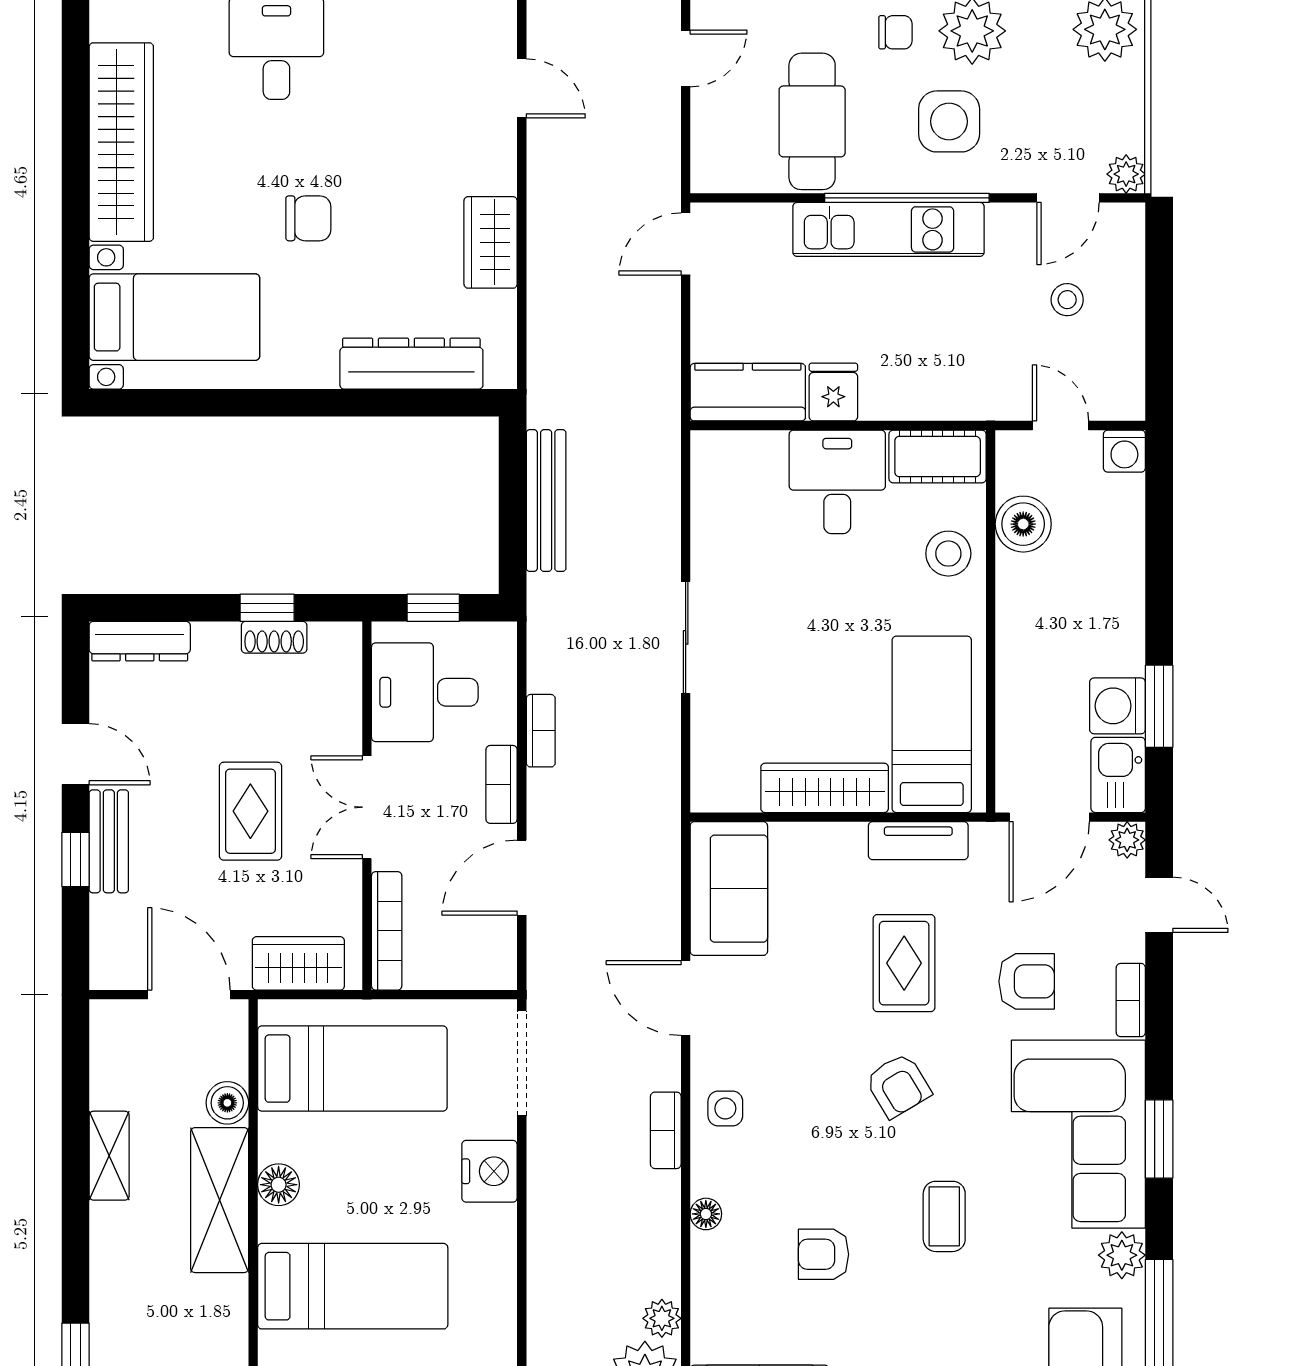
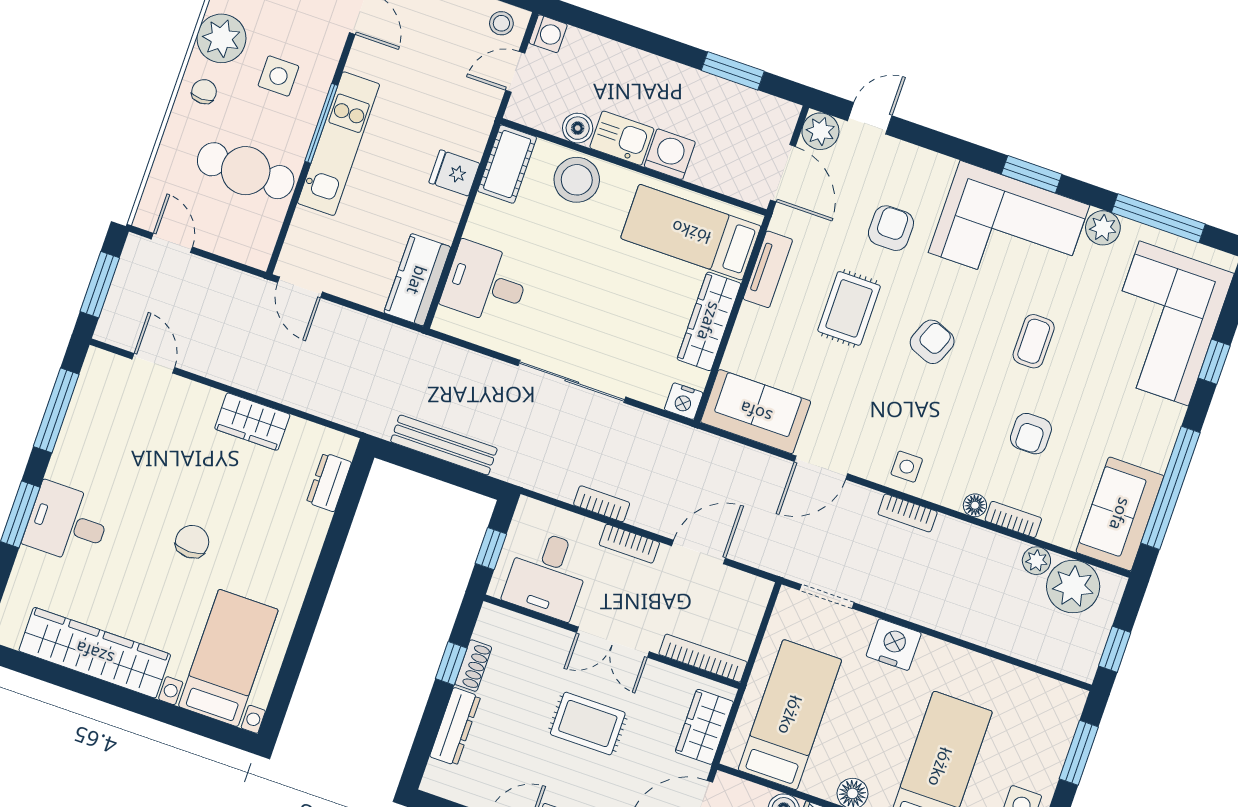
door: (522, 88) -> (153, 363), hinge flipped
side table: (949, 121) -> (278, 76), width x0.73, depth x0.73
window: (907, 198) -> (321, 123), width x0.68
stool: (1067, 300) -> (501, 23), moved
dresser: (411, 364) -> (329, 482), width x0.51, depth x0.80
fridge: (833, 392) -> (454, 173), moved
desk: (837, 482) -> (486, 283), moved
boiler: (1023, 524) -> (578, 128), width x0.73, depth x0.73
stool: (948, 554) -> (577, 180), width x1.38, depth x1.38
sliding door: (686, 637) -> (572, 381), width x1.37
dresser: (140, 641) -> (455, 727), moved
washing machine: (1118, 706) -> (670, 154), moved, turned 180
kitchen sink: (1118, 775) -> (622, 138), moved, turned 180
nightstand: (710, 791) -> (684, 401), added
plant: (1127, 840) -> (820, 131), width x1.38, depth x1.38
door: (522, 878) -> (699, 552), swing flipped
rug: (904, 963) -> (849, 308), turned 90
bookcase: (1131, 1000) -> (1013, 519), moved, turned 180
doorway: (522, 1063) -> (827, 596), width x0.73
armchair: (898, 1086) -> (932, 342), turned -37
coffee table: (944, 1216) -> (1034, 341), turned 90

